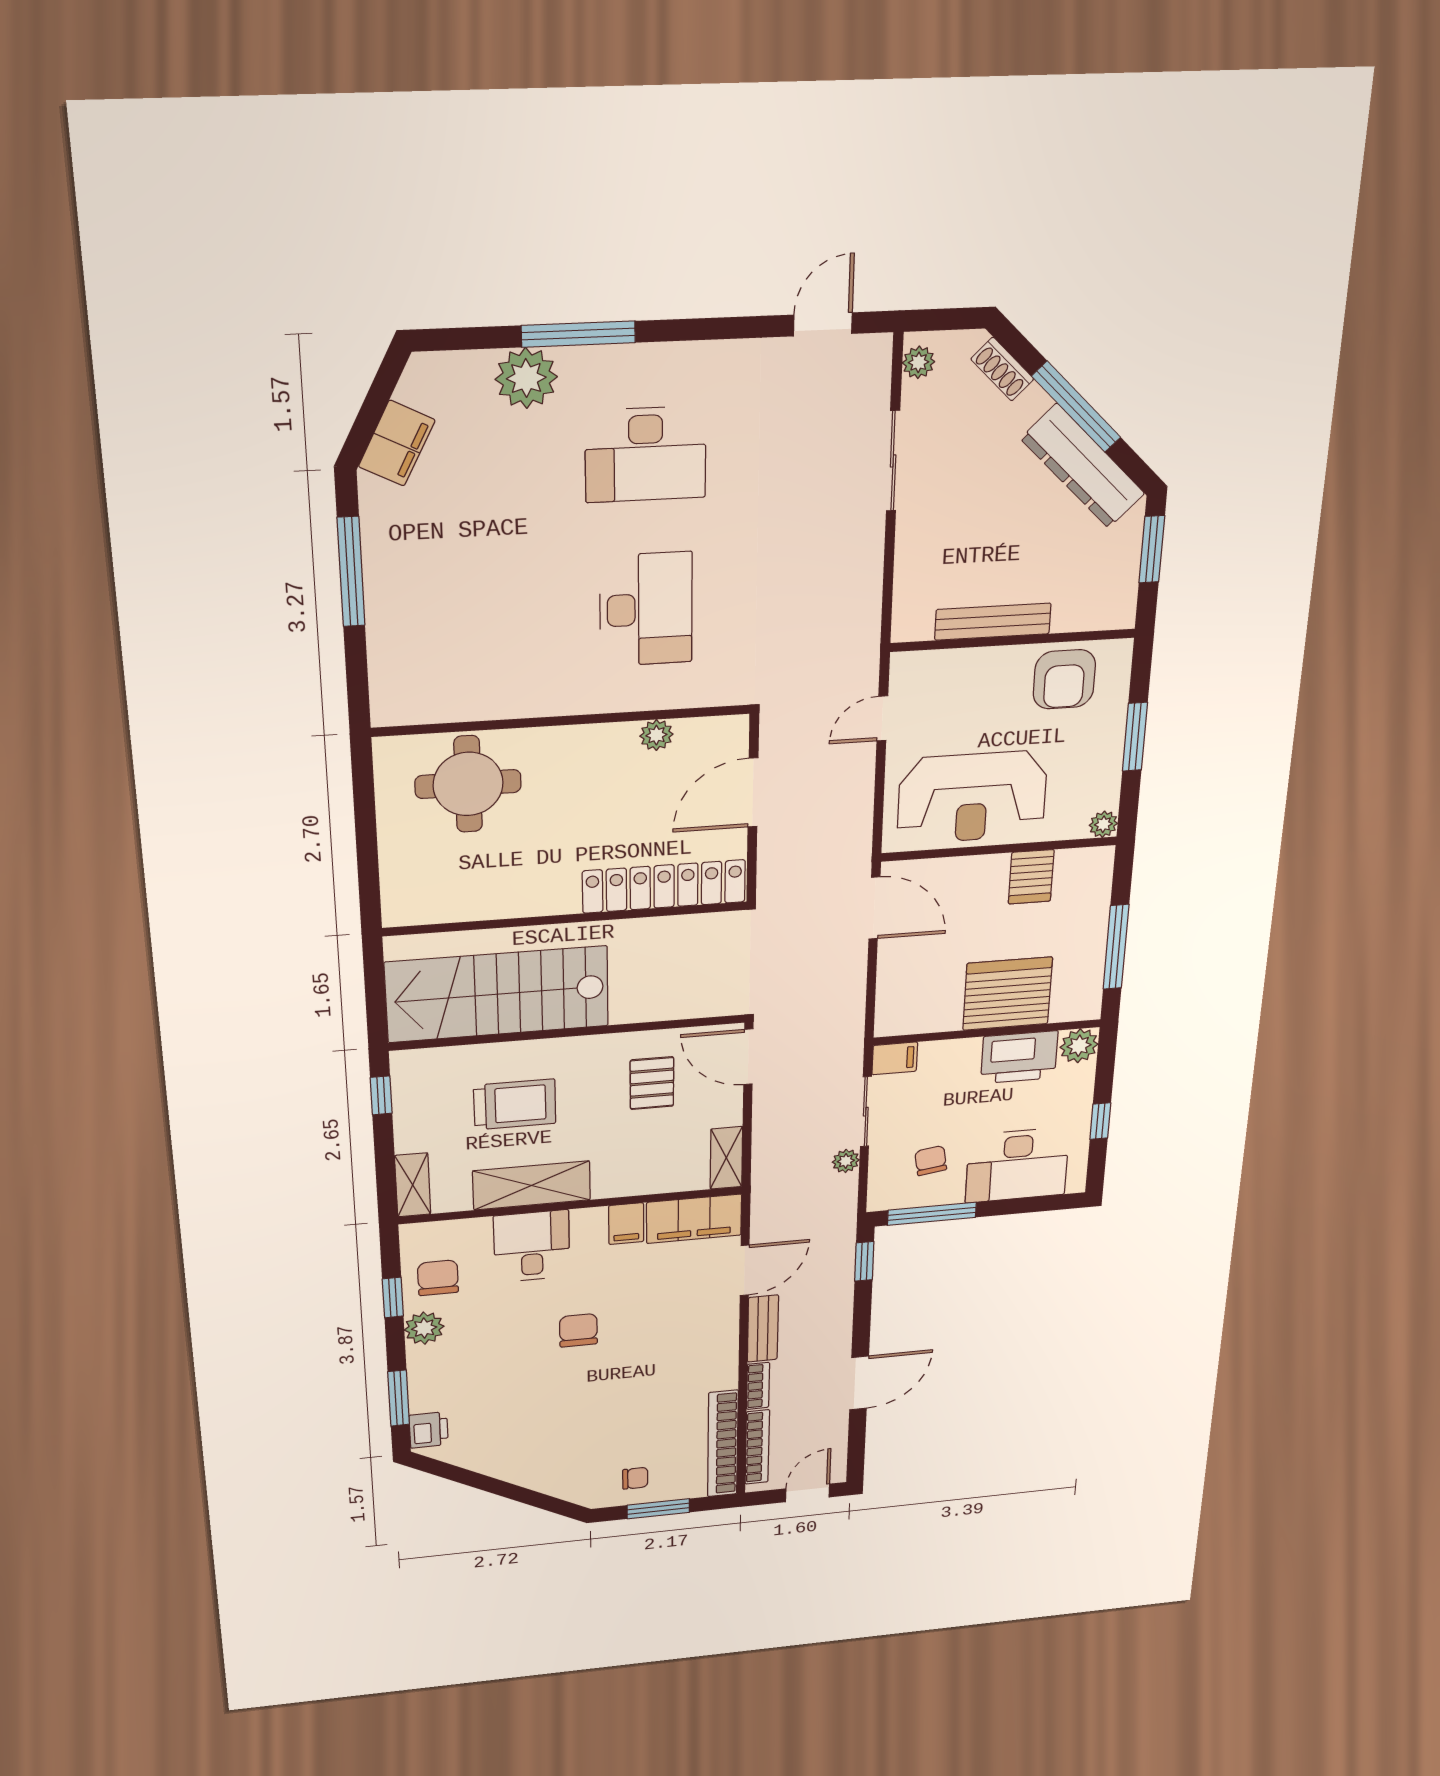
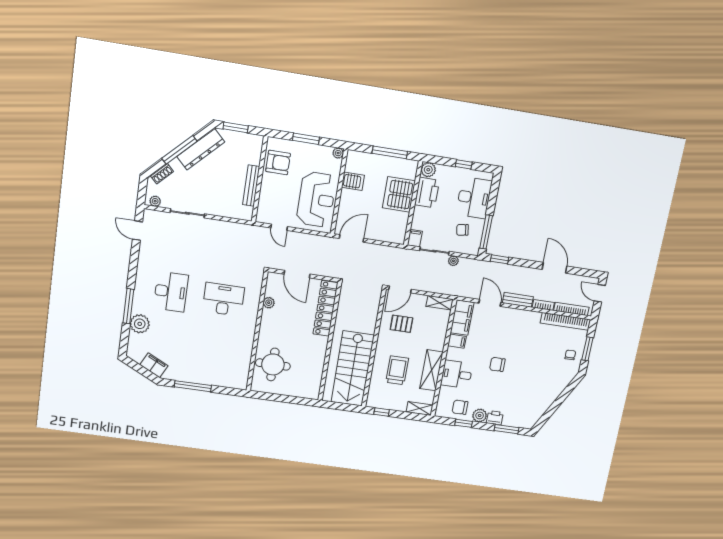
printer: (429, 1430) -> (495, 418), moved

